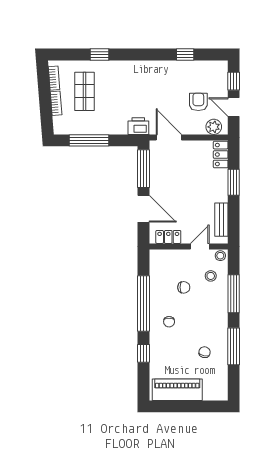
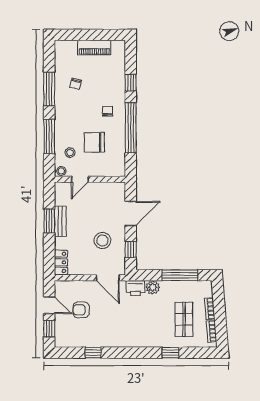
armchair: (198, 102) -> (81, 310), turned 90
plant: (214, 127) -> (153, 287), moved
window: (144, 169) -> (131, 250), width x0.46
stool: (175, 179) -> (102, 240), added
window: (234, 182) -> (49, 221), moved
door: (144, 209) -> (131, 213), swing flipped
bench: (221, 220) -> (60, 221), moved
locker: (168, 237) -> (108, 188), removed
chair: (184, 287) -> (94, 142), width x1.87, depth x1.87
piano: (177, 390) -> (94, 47), width x0.73, depth x0.75

